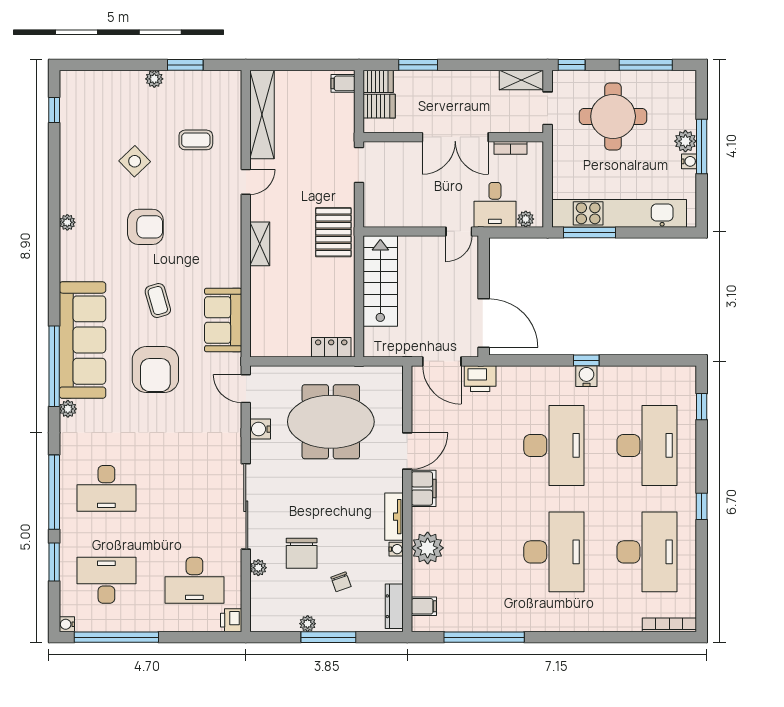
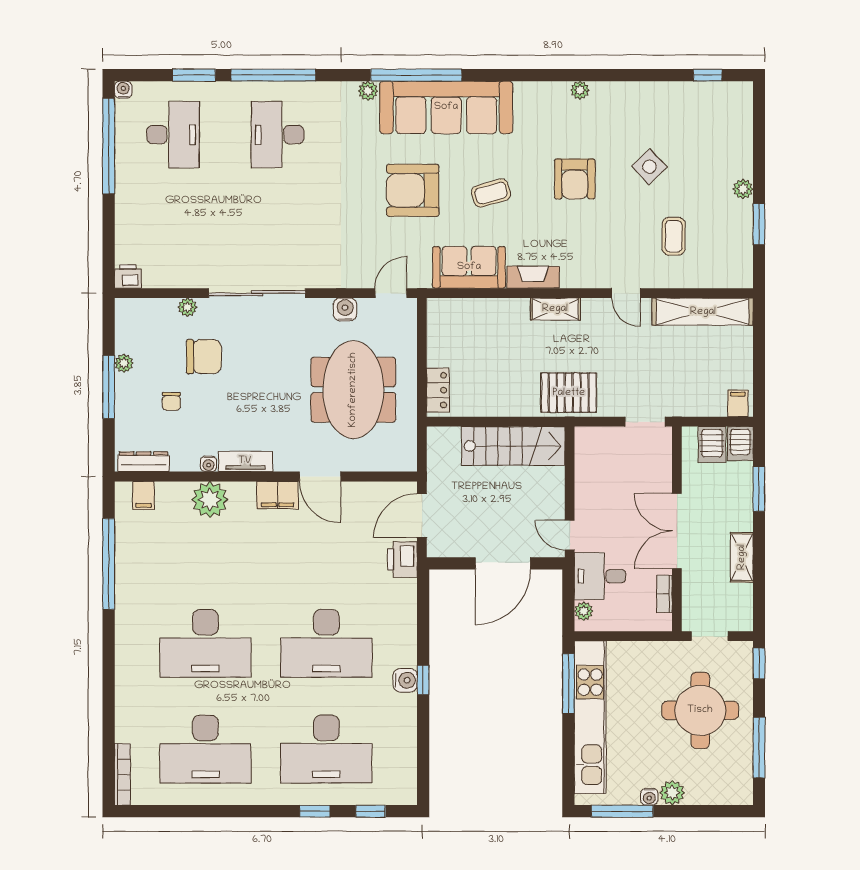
shelving: (521, 80) -> (742, 557), moved
window: (702, 146) -> (622, 811), moved
fireplace: (232, 263) -> (533, 277), added
door: (484, 323) -> (503, 563), moved
window: (702, 506) -> (315, 811), moved
chair: (302, 553) -> (204, 357), turned 180
desk: (194, 580) -> (173, 235), removed
chair: (341, 582) -> (171, 401), turned -70

